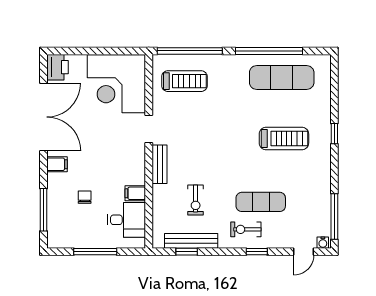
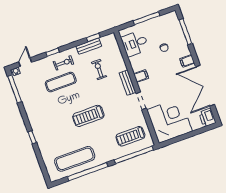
treadmill: (284, 138) -> (88, 116), moved
filing cabinet: (135, 193) -> (141, 76), moved
bench: (191, 241) -> (89, 46), width x0.73

